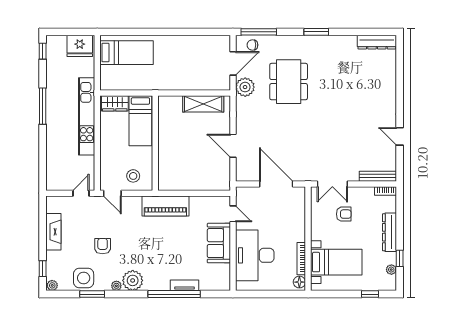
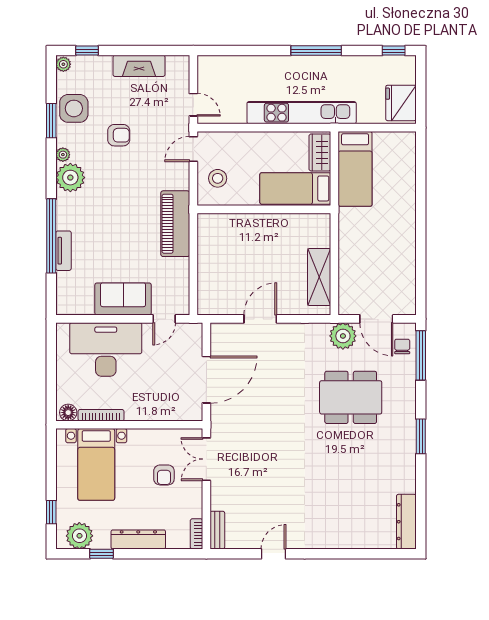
bed: (127, 53) -> (355, 169), moved
bench: (378, 176) -> (217, 530), width x0.73
plant: (391, 270) -> (79, 536), width x1.88, depth x1.88

